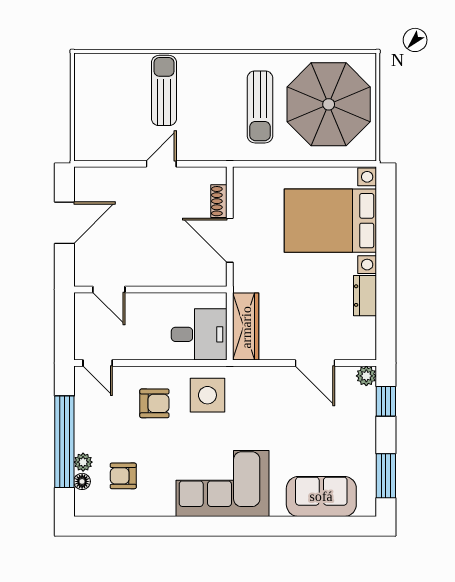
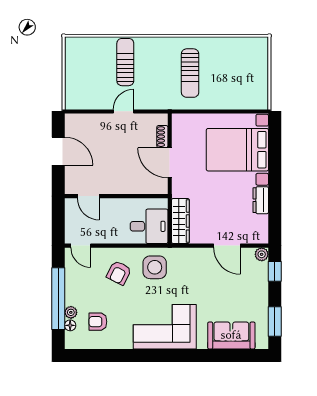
parasol: (329, 104) -> (236, 71), removed
door: (64, 223) -> (58, 151), hinge flipped
armchair: (154, 403) -> (119, 273), turned 117

